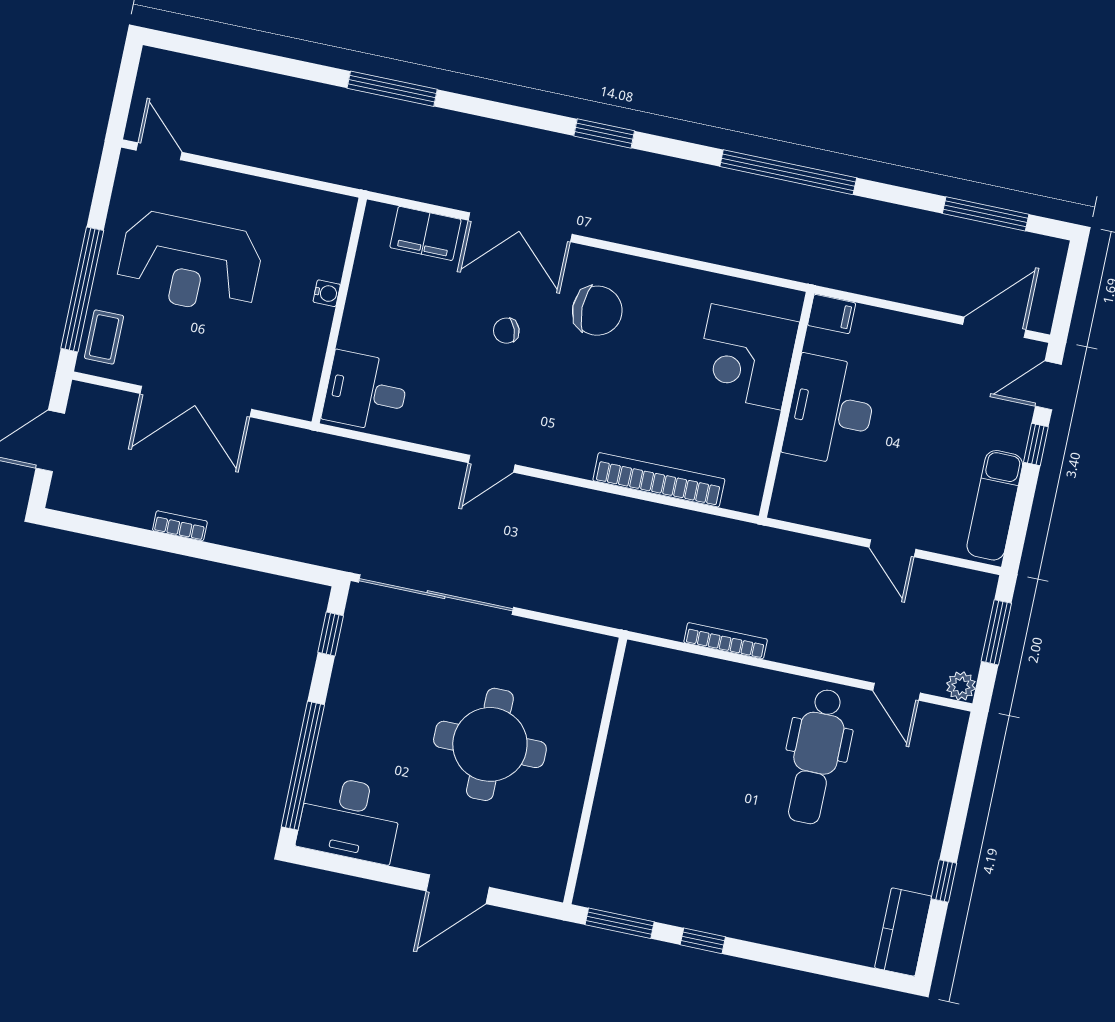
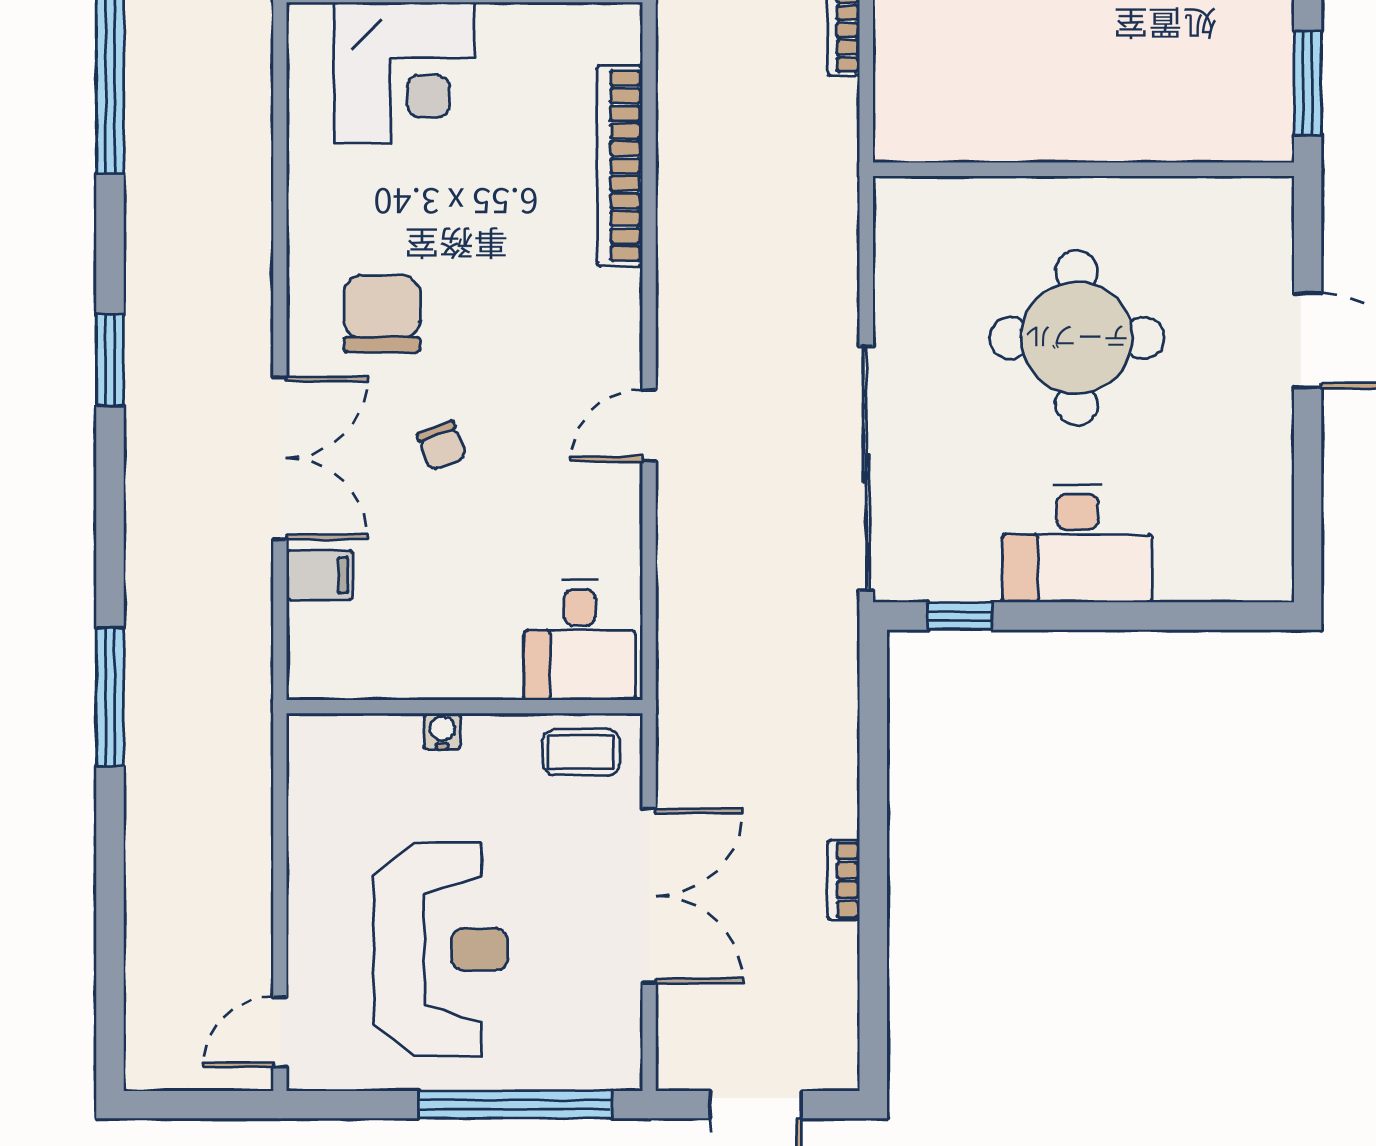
filing cabinet: (425, 233) -> (320, 575), width x0.50
coffee table: (104, 337) -> (581, 752), moved
door: (492, 464) -> (649, 425), swing flipped
window: (303, 766) -> (1169, 616), removed
desk: (350, 819) -> (1077, 544), moved, turned 90

